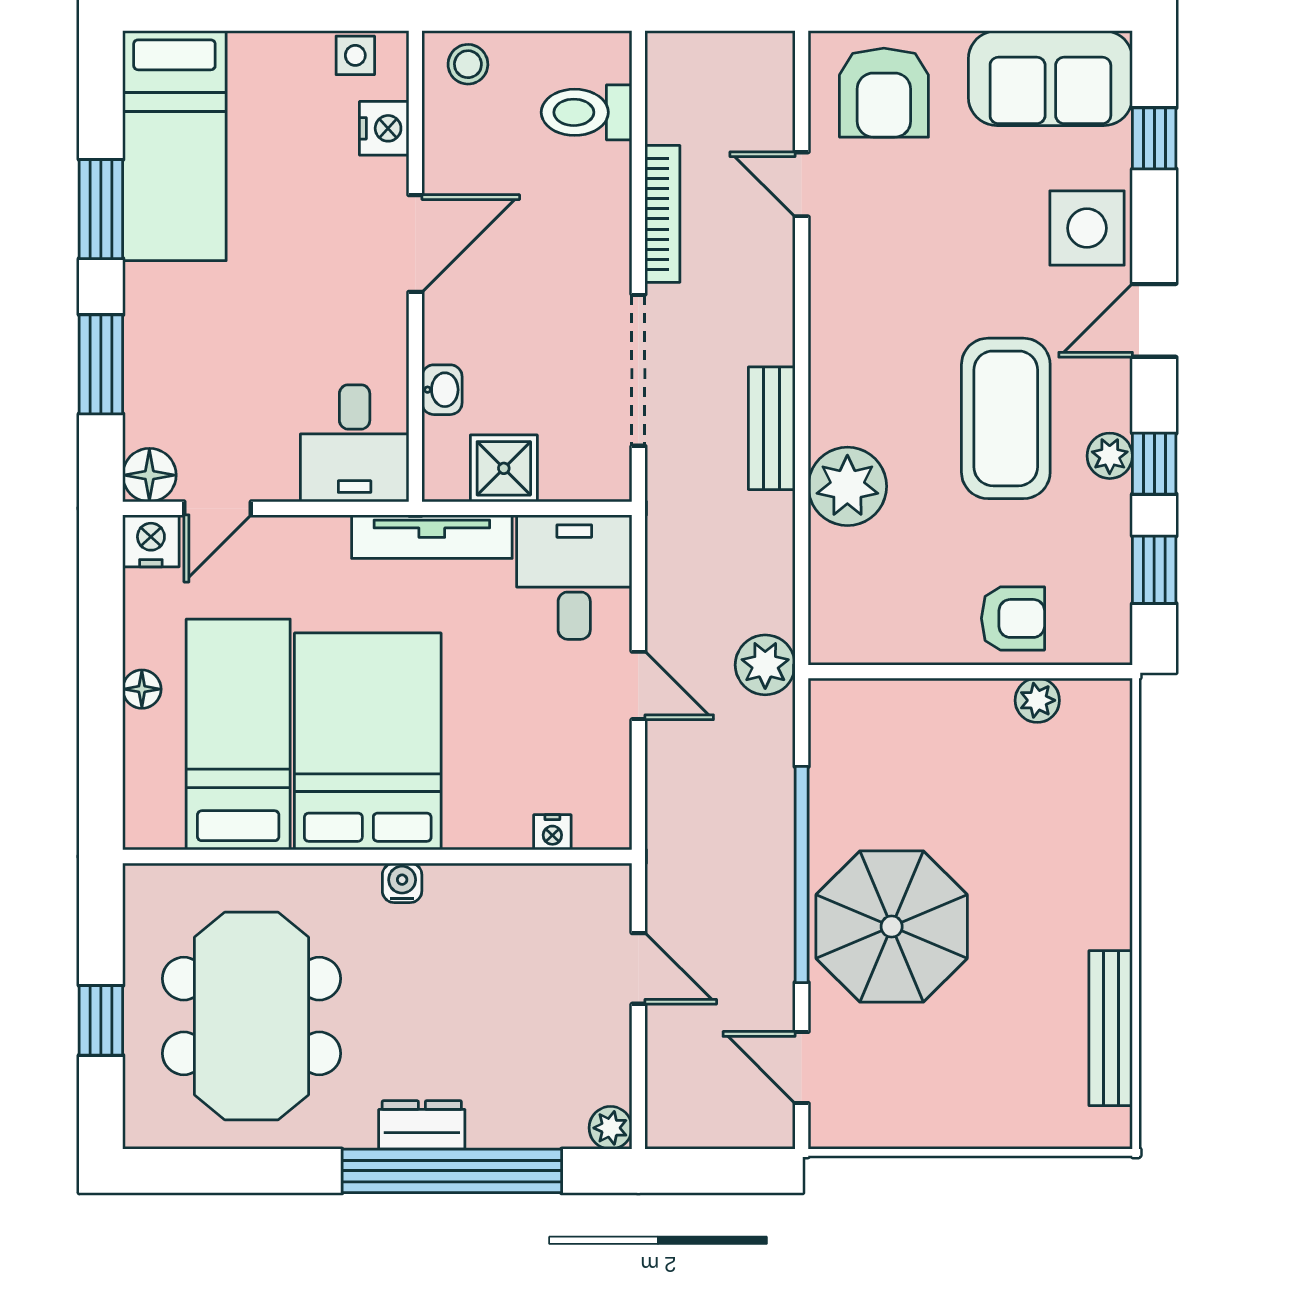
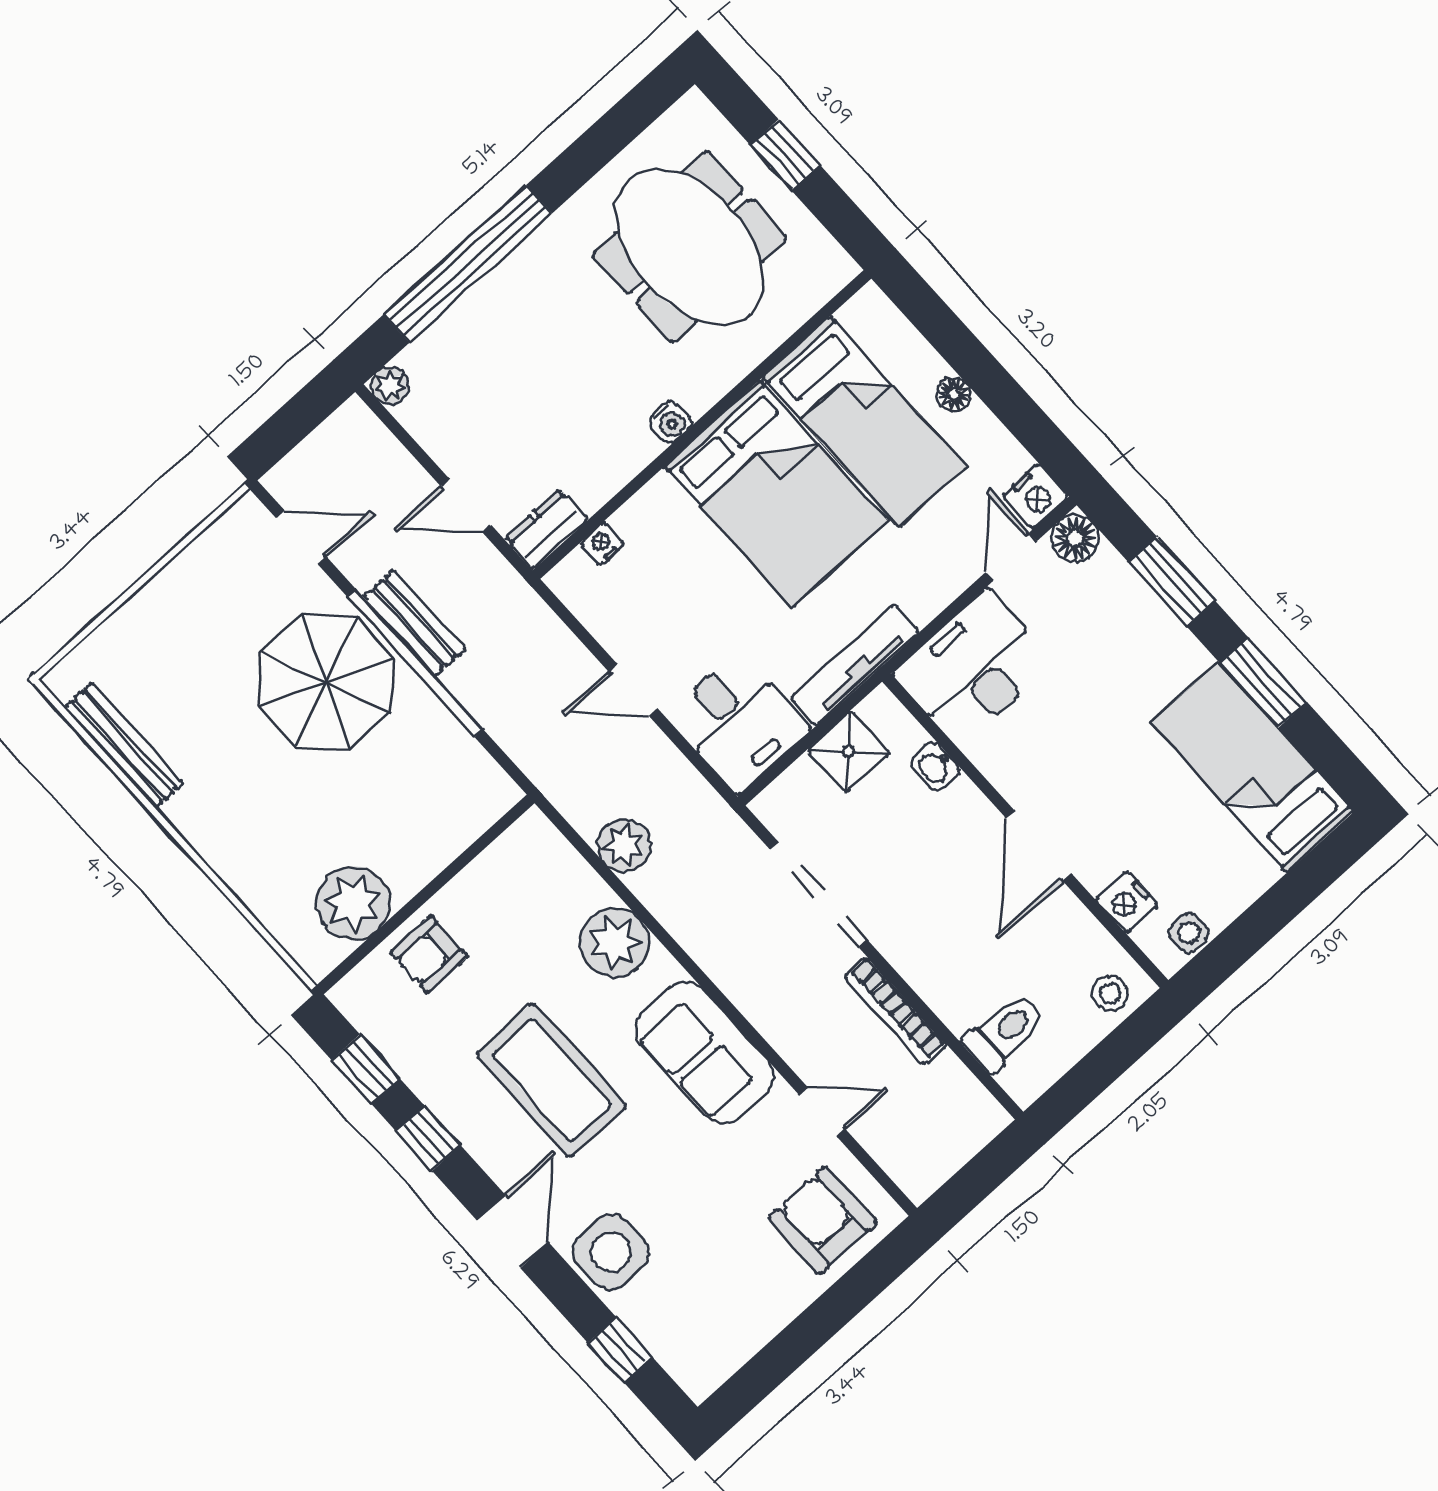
sofa: (1050, 78) -> (705, 1053), moved, turned -90
bench: (772, 428) -> (414, 623), moved
desk: (355, 443) -> (973, 668), width x1.37
plant: (1110, 456) -> (462, 1117), removed
plant: (765, 665) -> (624, 846), moved
plant: (1037, 700) -> (353, 903), width x1.87, depth x1.87
dresser: (422, 1125) -> (546, 529), moved, turned 180

